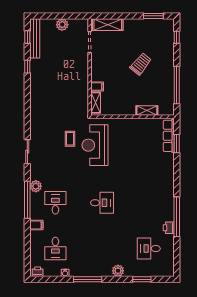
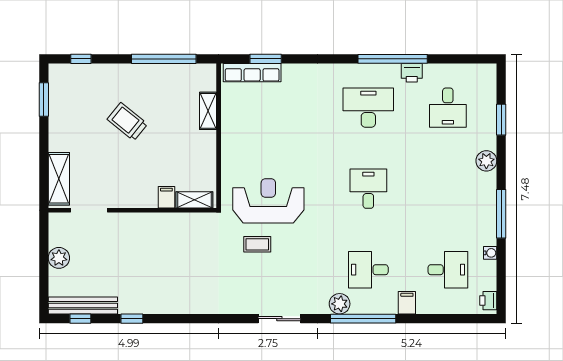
reception desk: (95, 145) -> (268, 201), turned 180
desk: (149, 203) -> (368, 108), added

